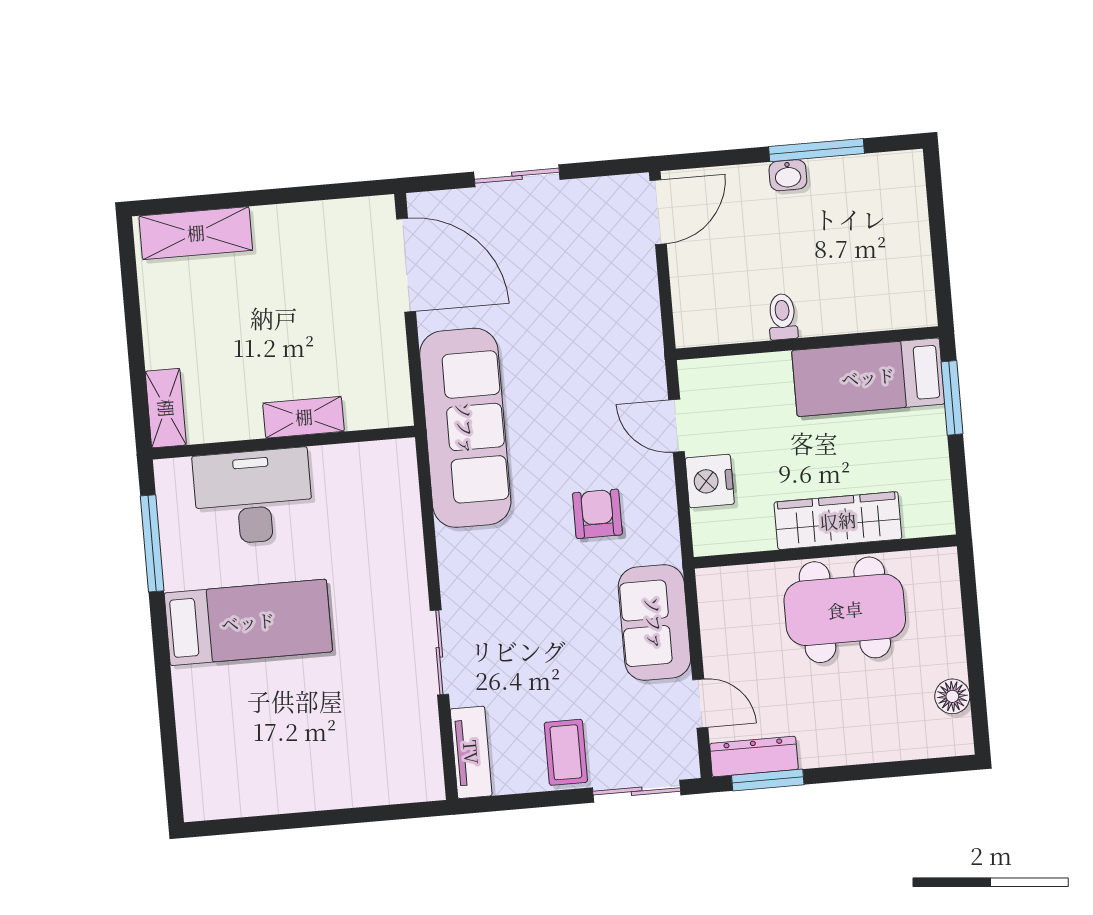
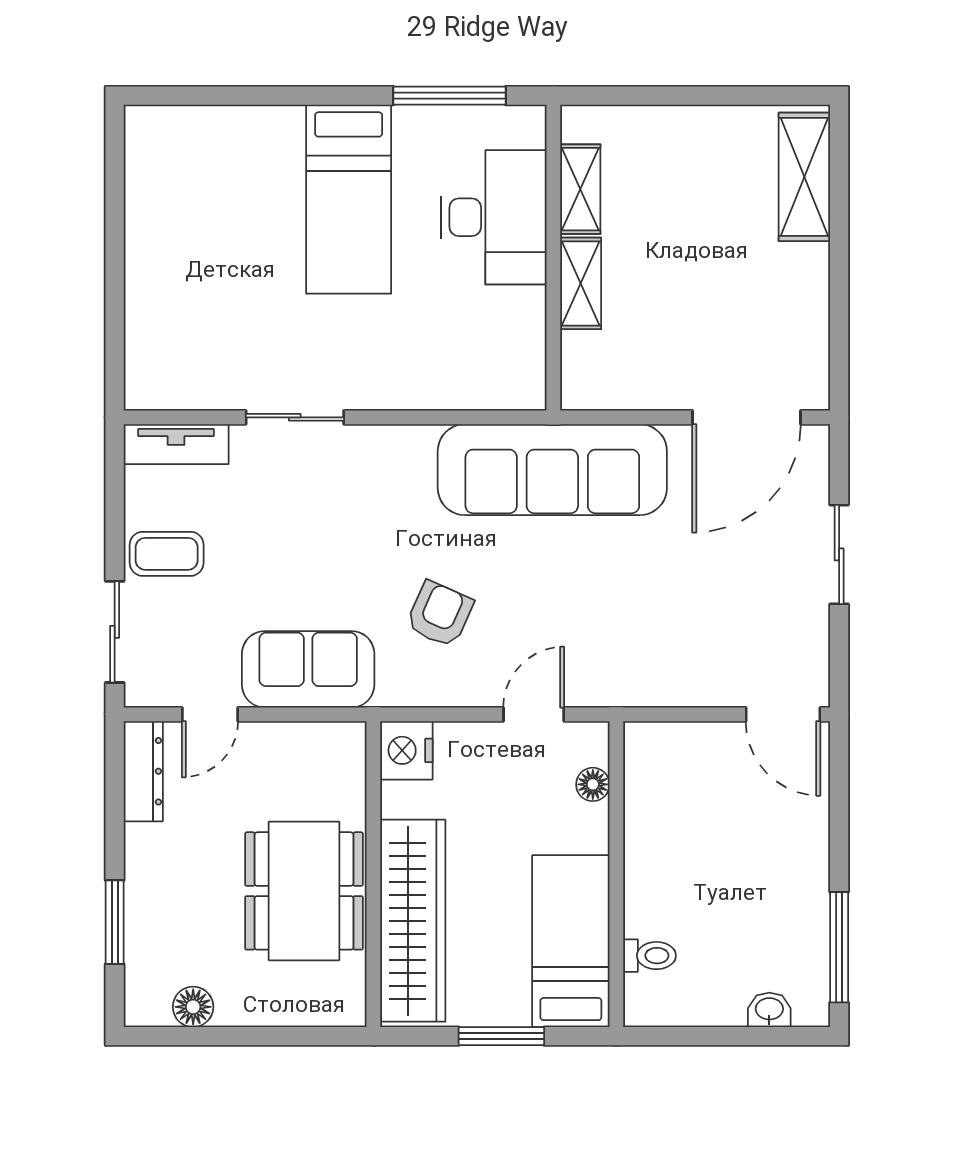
window: (817, 150) -> (839, 947), moved
washbasin: (788, 175) -> (769, 1010), moved, turned 90
toilet: (783, 317) -> (650, 956), moved
floor lamp: (732, 370) -> (593, 784), added
window: (952, 398) -> (501, 1036), moved
shelving: (166, 408) -> (580, 189), moved, turned 90
nightstand: (710, 481) -> (406, 750), moved, turned -90
armchair: (597, 514) -> (440, 614), turned -66
wardrobe: (838, 521) -> (413, 921), width x1.40, depth x1.17
window: (768, 780) -> (115, 922), moved

